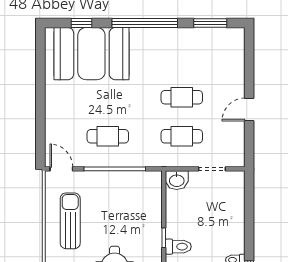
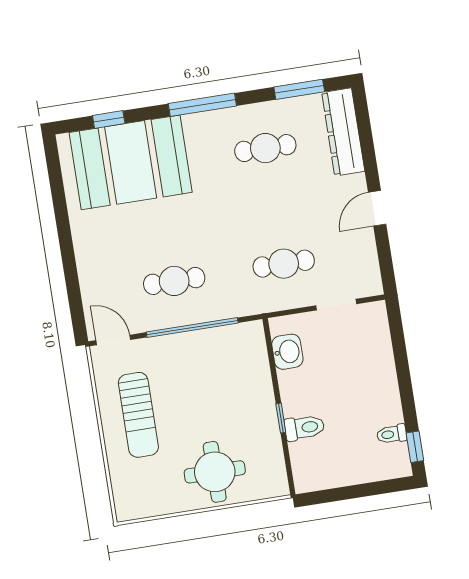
window: (145, 23) -> (202, 105), width x0.68
dresser: (235, 56) -> (343, 132), added
cafe table: (182, 97) -> (265, 148), moved
washbasin: (177, 180) -> (287, 352), moved, turned -90
sun lounger: (70, 221) -> (138, 415), turned 180

